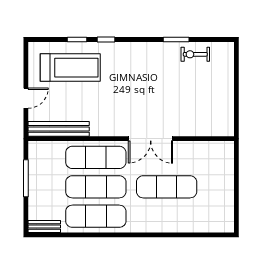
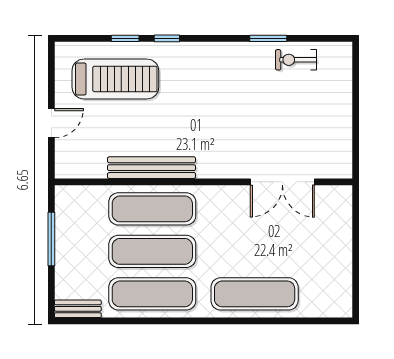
bench: (59, 129) -> (151, 168), moved
double door: (151, 139) -> (282, 182), moved
exercise mat: (167, 187) -> (255, 294), moved

